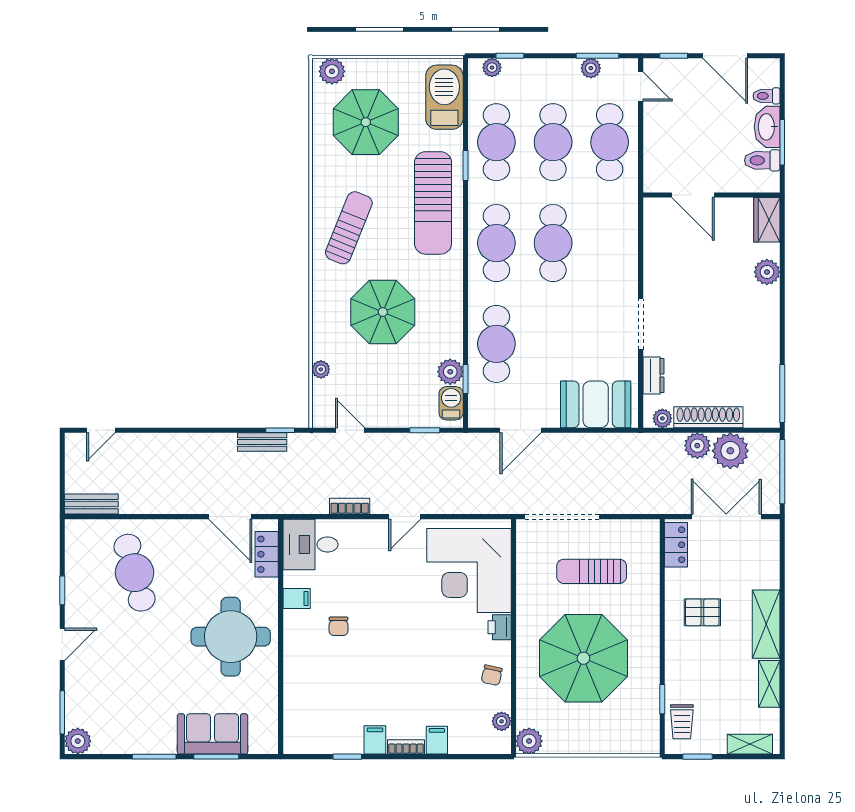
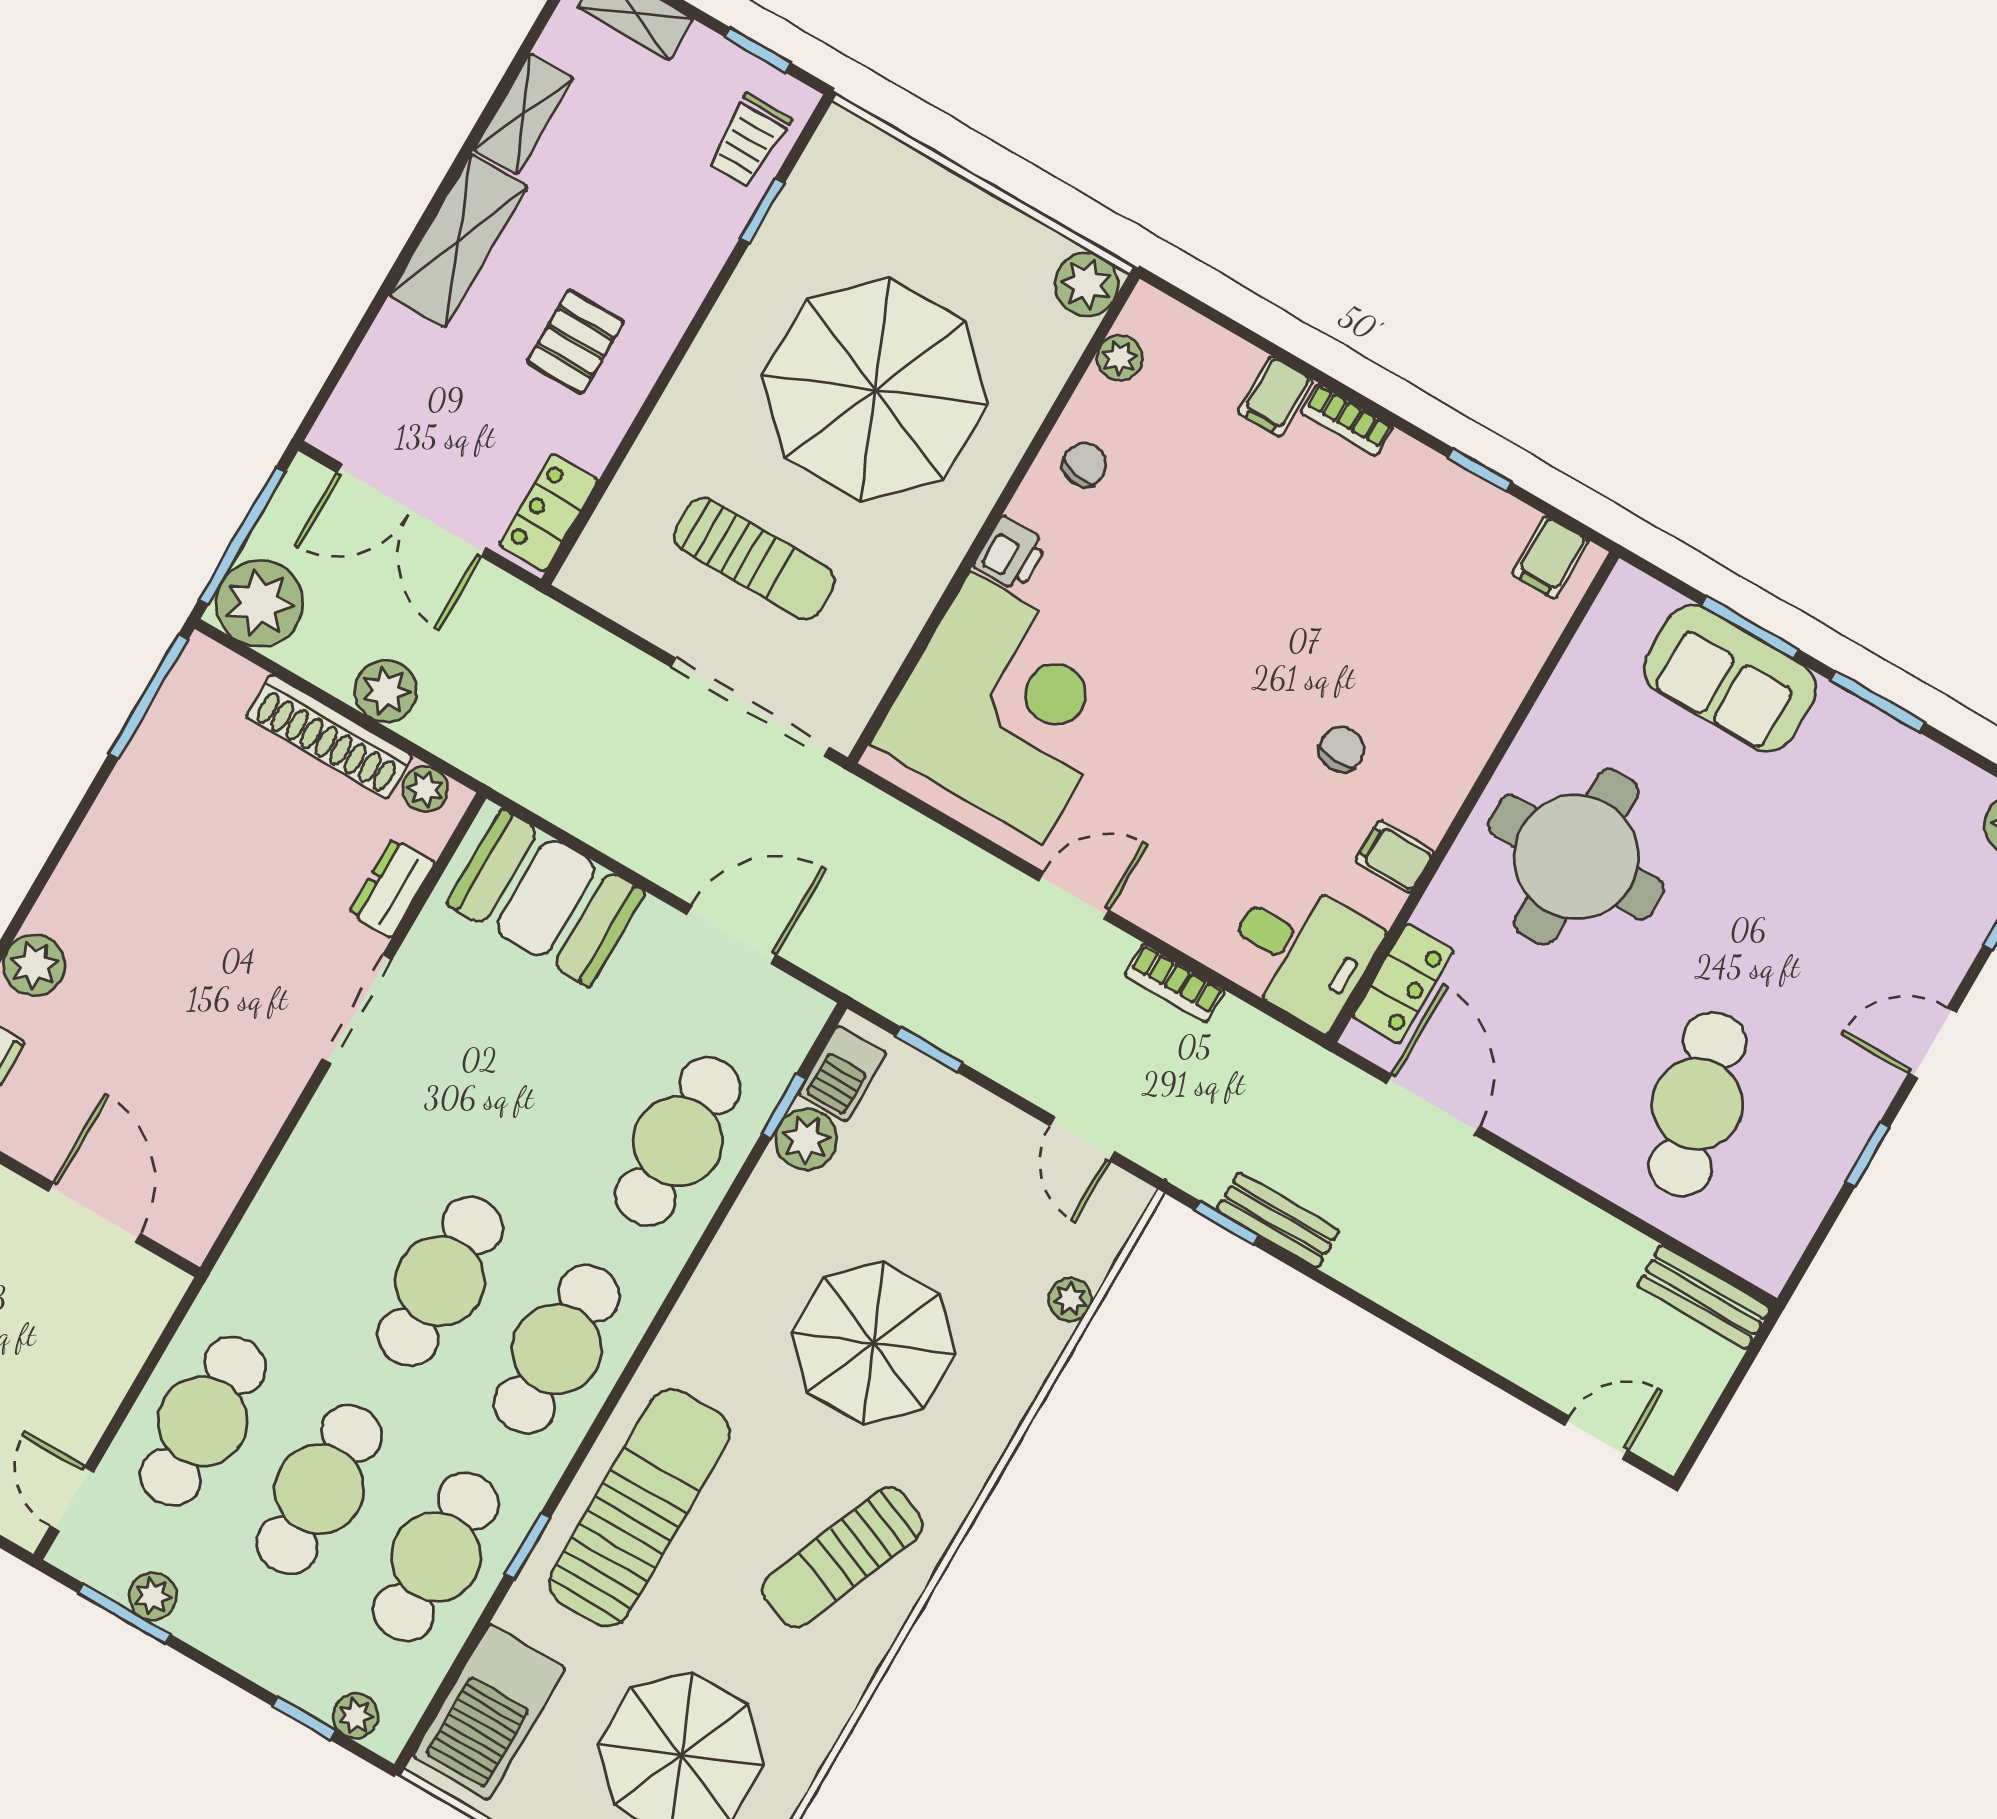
plant: (730, 451) -> (259, 603), moved
pallet: (702, 612) -> (575, 342), turned 90
trolley: (682, 722) -> (749, 141), turned 180
filing cabinet: (375, 740) -> (1550, 557), moved

